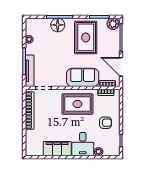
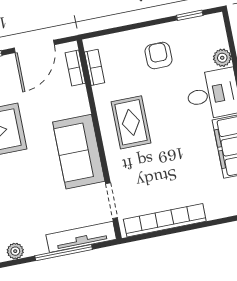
sofa: (83, 77) -> (79, 152), moved
rug: (77, 104) -> (131, 122), width x0.73, depth x0.70

